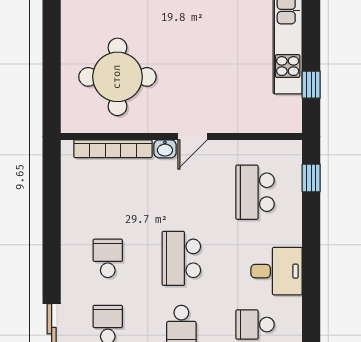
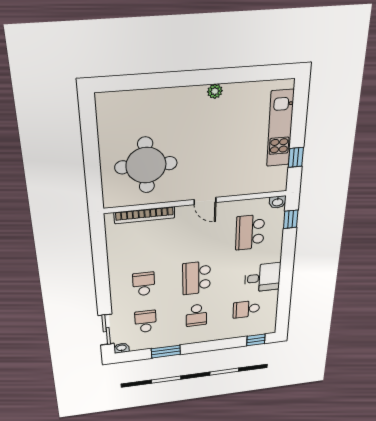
door: (193, 136) -> (205, 201), hinge flipped
washbasin: (165, 149) -> (278, 202), moved

